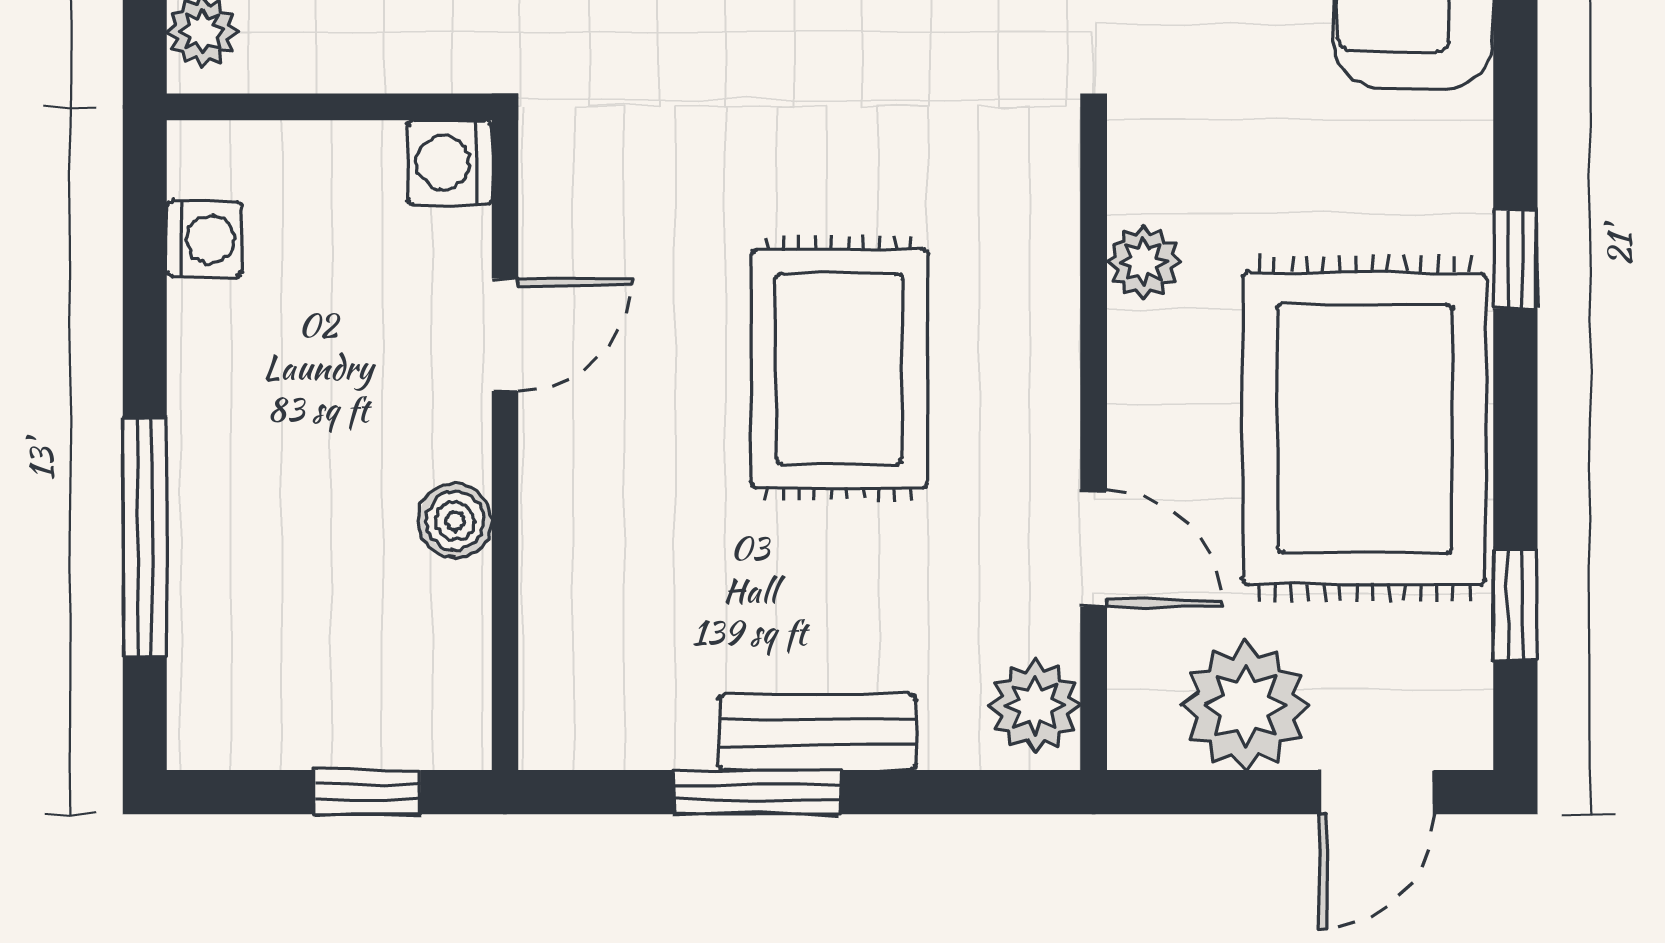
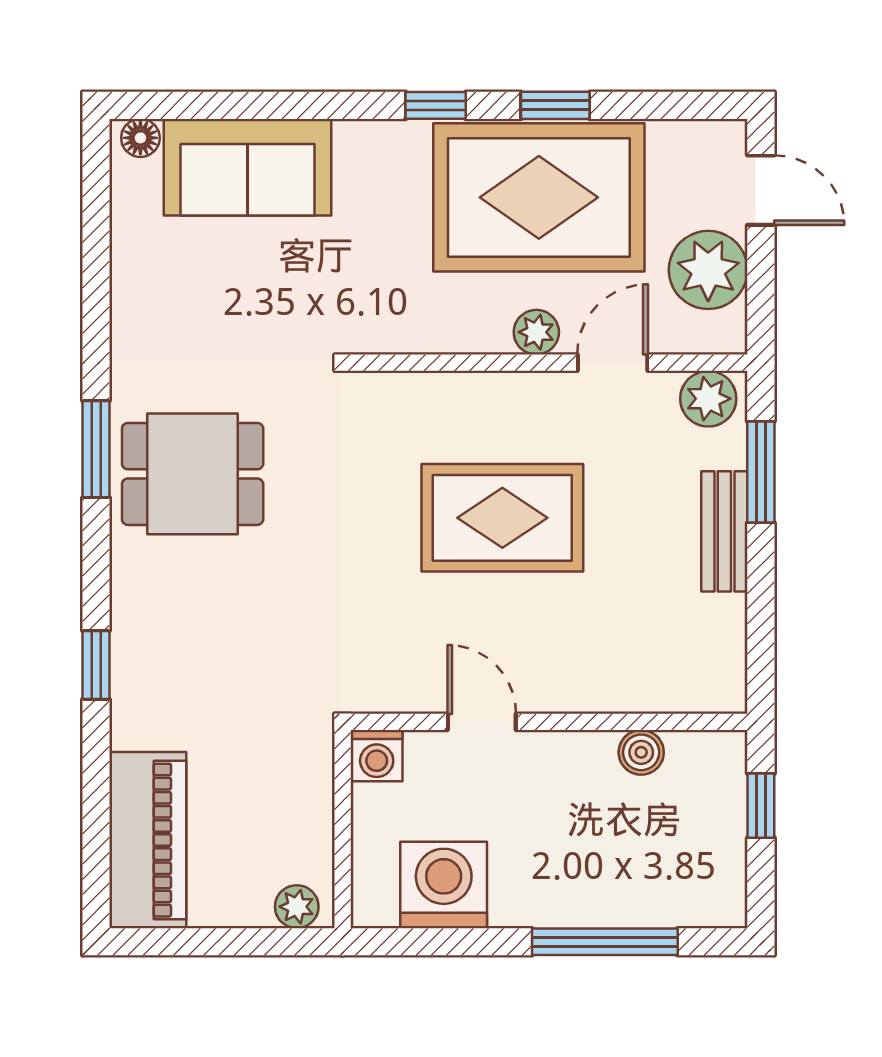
washing machine: (204, 239) -> (444, 885), width x1.89, depth x1.89
plant: (1144, 262) -> (536, 332), moved
boiler: (455, 521) -> (641, 752), moved
window: (1515, 605) -> (555, 105), moved
window: (757, 792) -> (761, 472), moved

